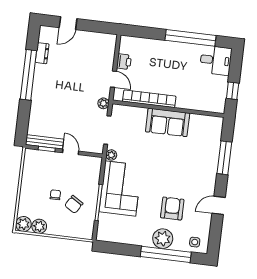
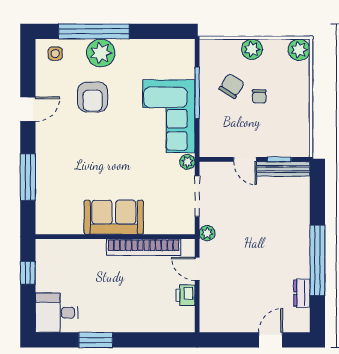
window: (191, 38) -> (96, 340), width x0.47
plant: (39, 226) -> (252, 49), moved

